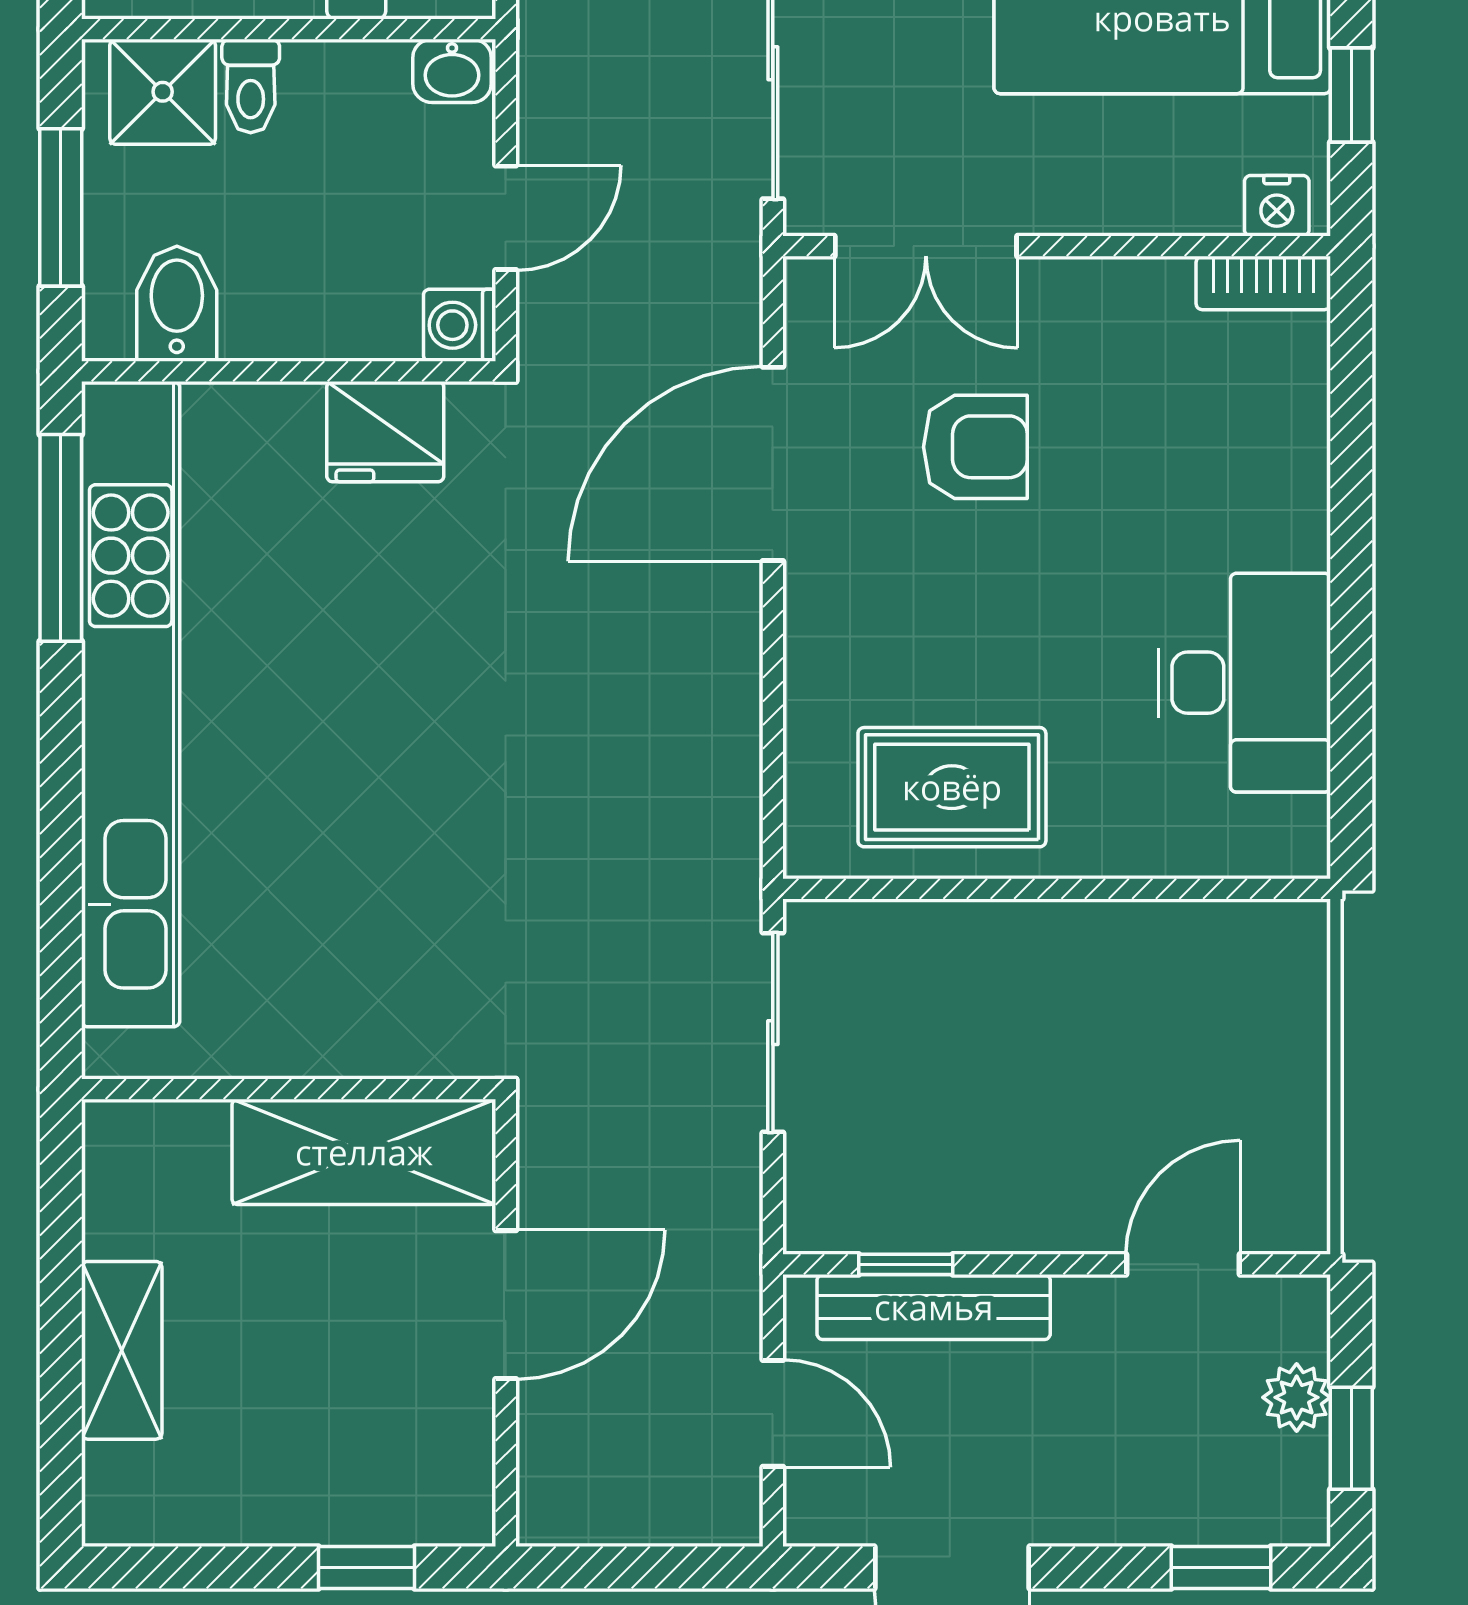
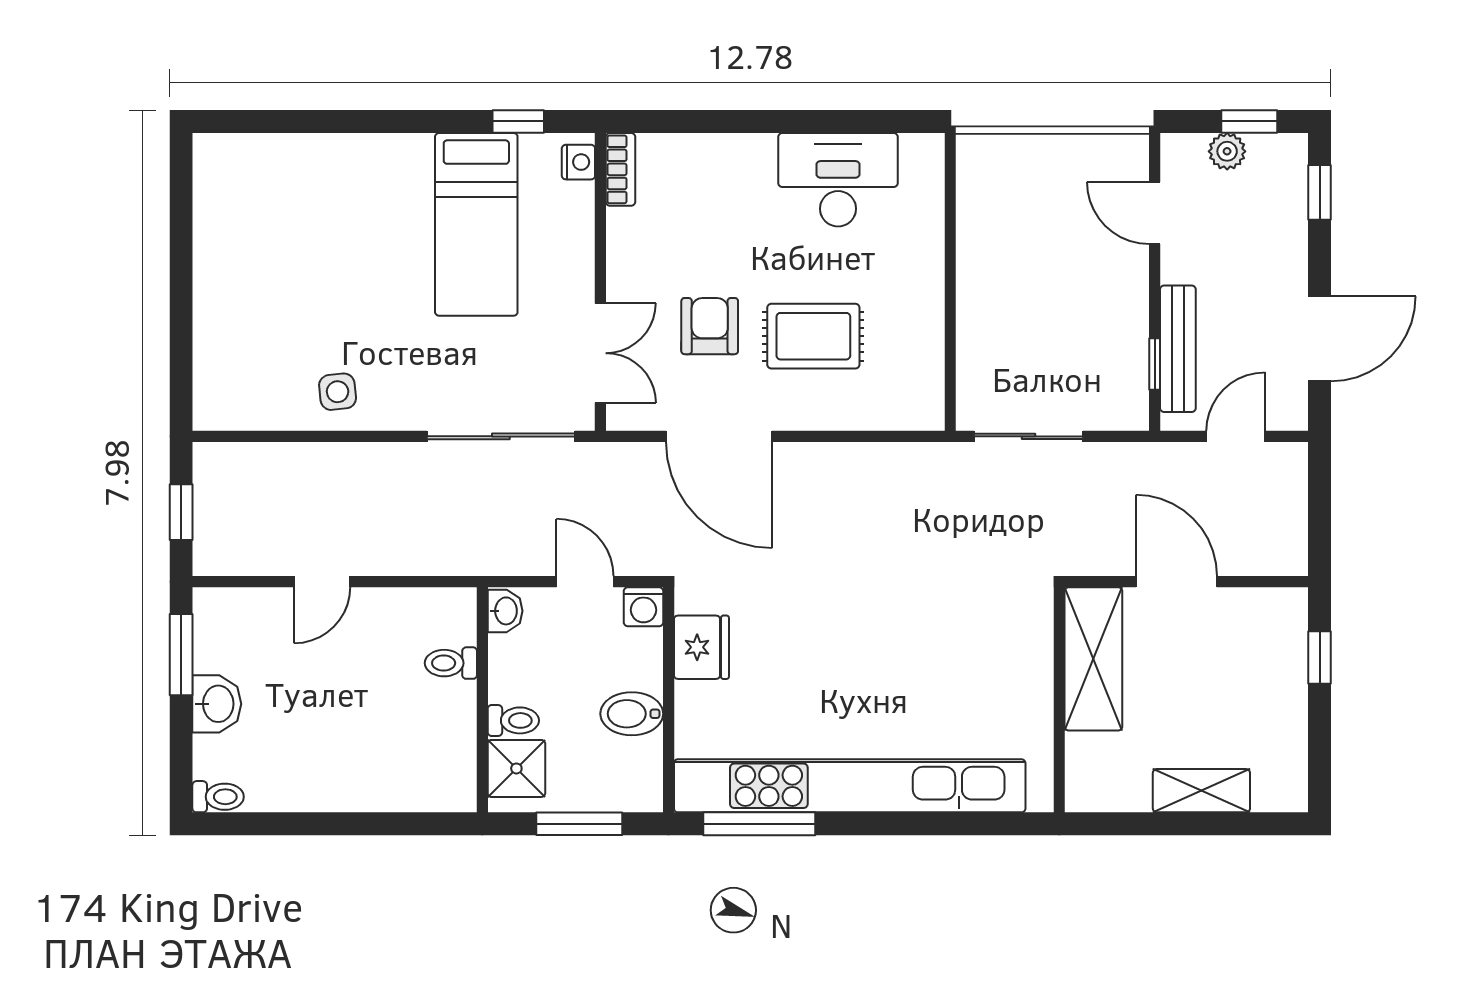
bidet: (177, 304) -> (632, 714), moved
rug: (952, 787) -> (813, 336), moved, turned 90

